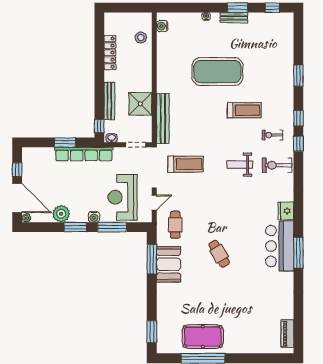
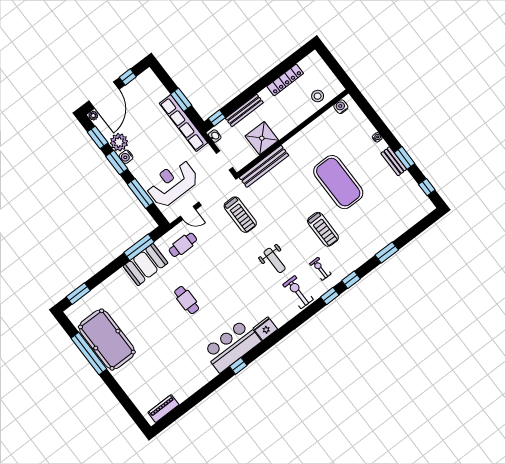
weight bench: (240, 165) -> (275, 260), turned 180
water cooler: (94, 217) -> (126, 157), moved
window: (45, 227) -> (98, 137), added
window: (298, 253) -> (238, 366), width x0.46
cafe table: (219, 254) -> (187, 300), turned -60
pool table: (203, 337) -> (107, 340), width x1.36, depth x1.32

